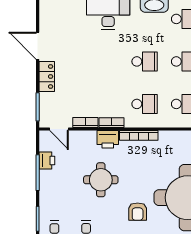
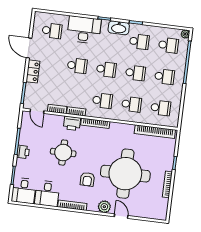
school desk: (66, 19) -> (52, 31), added
school desk: (105, 61) -> (77, 66), added
printer: (47, 161) -> (23, 152), moved

